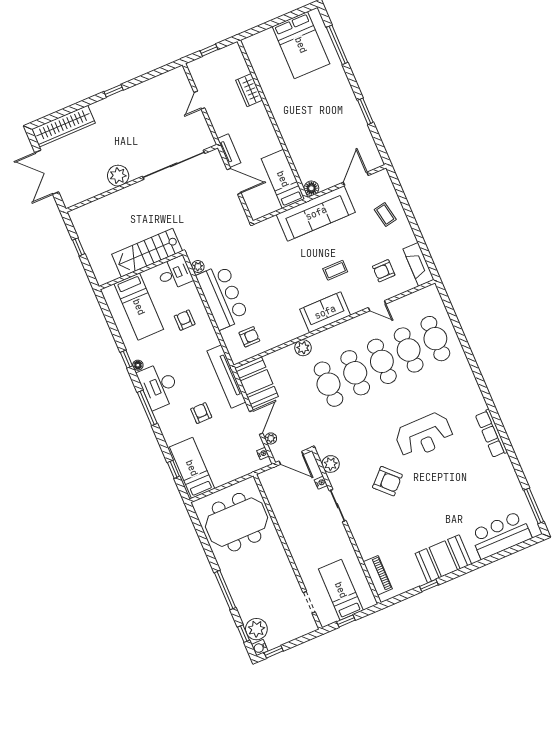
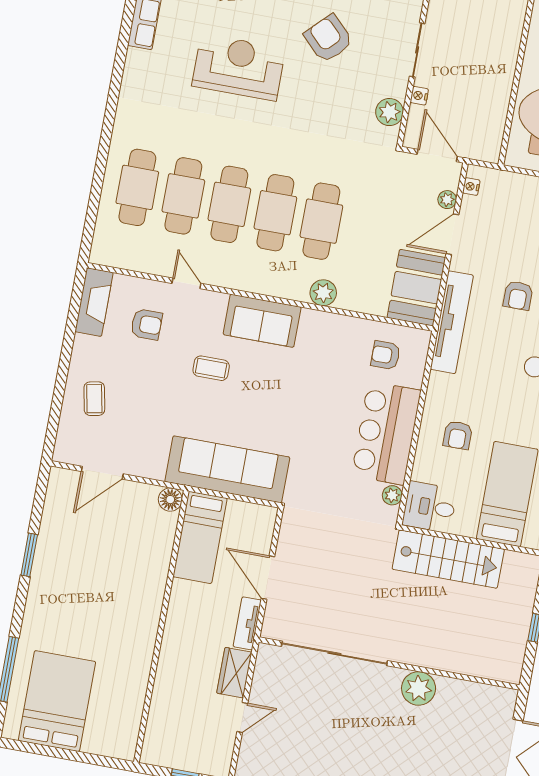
wardrobe: (249, 90) -> (234, 673), moved, turned 180
sofa: (316, 213) -> (227, 469), moved

